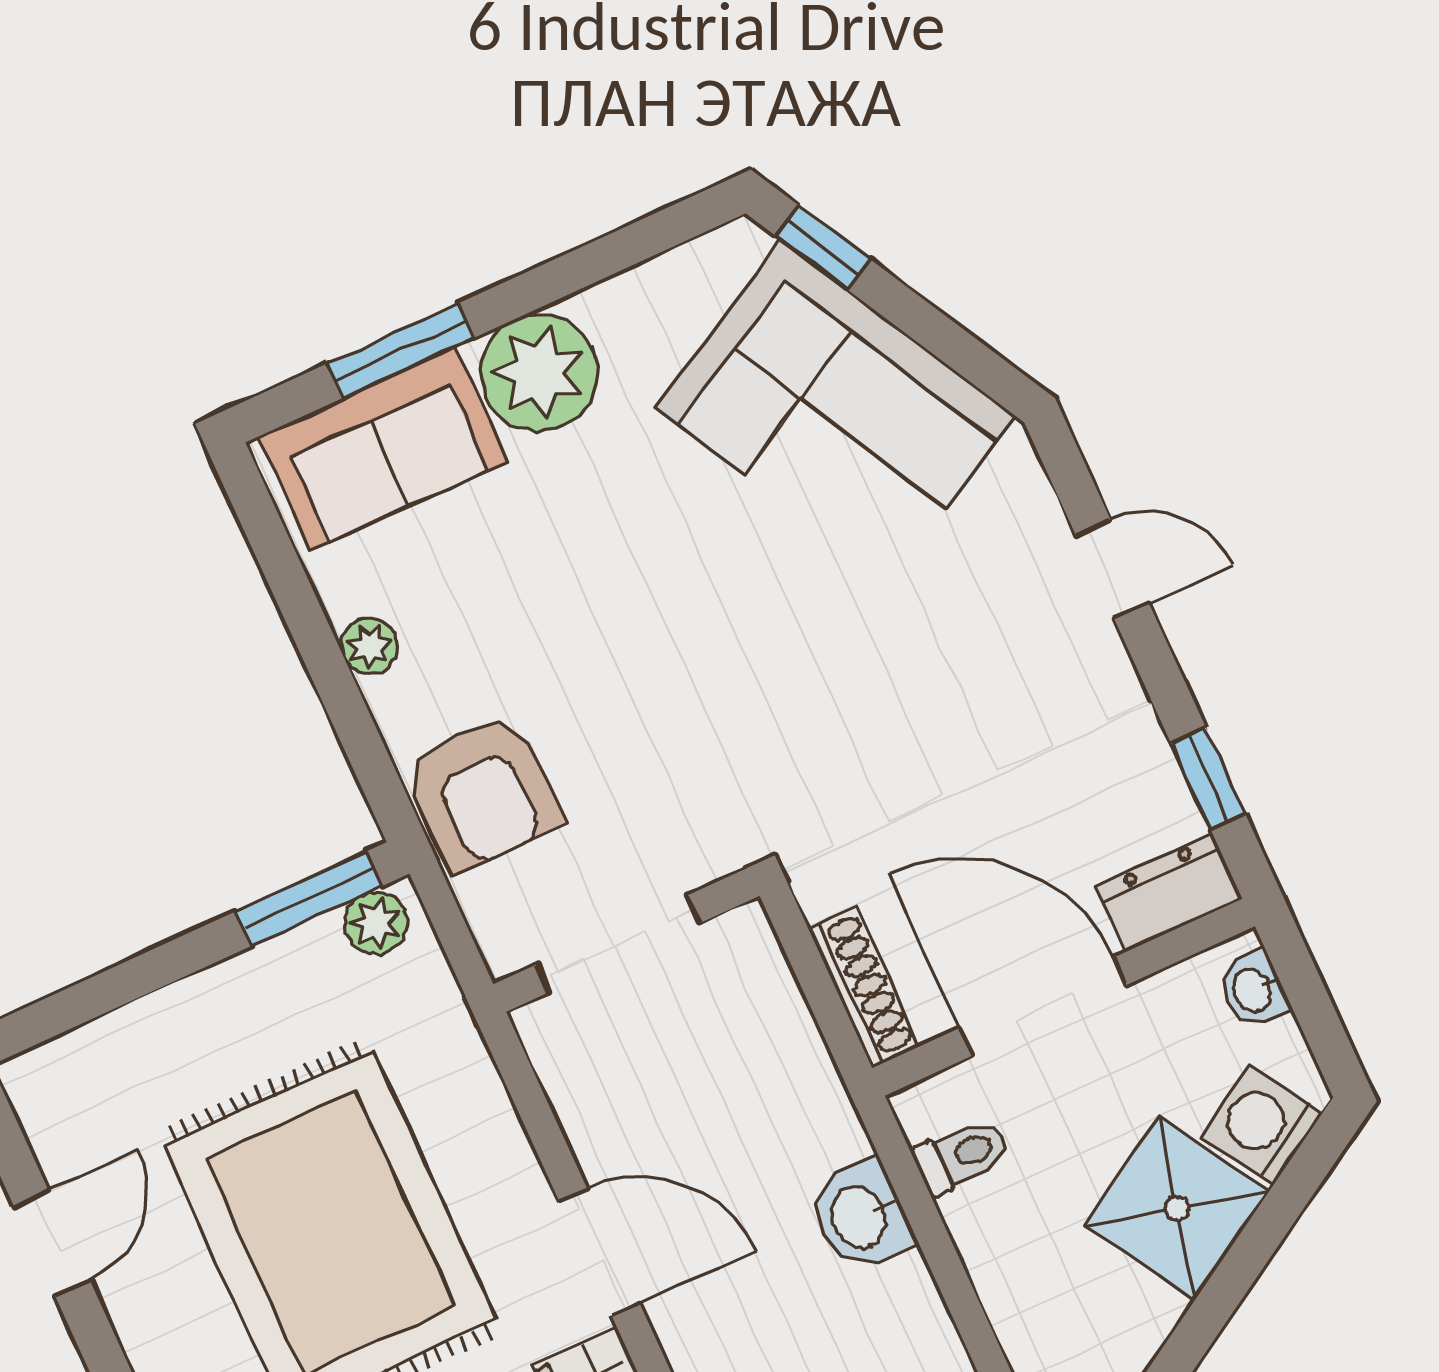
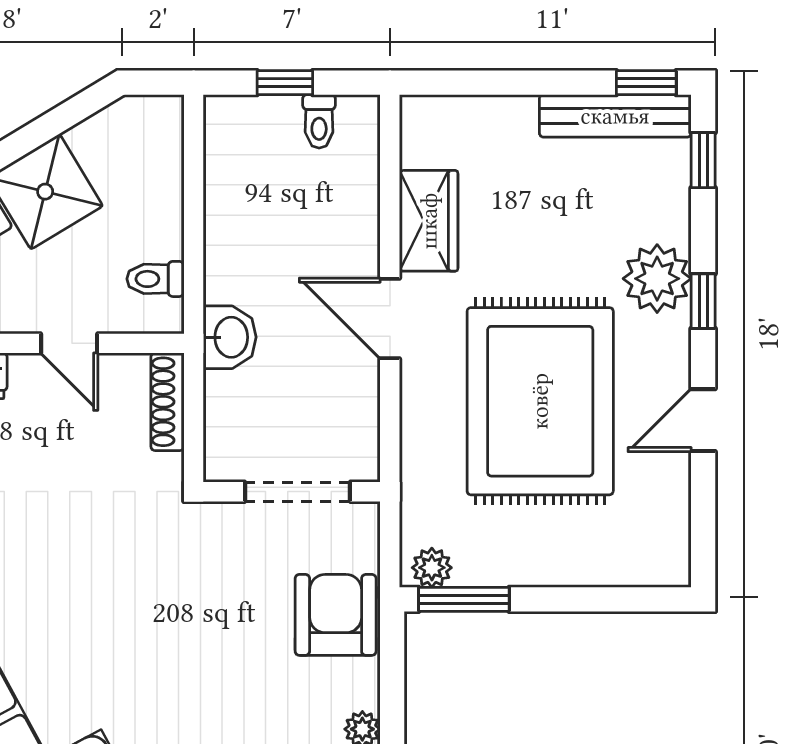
door: (1043, 1007) -> (69, 343), width x0.53
washbasin: (861, 1216) -> (230, 337), moved
door: (52, 1243) -> (703, 420), moved

